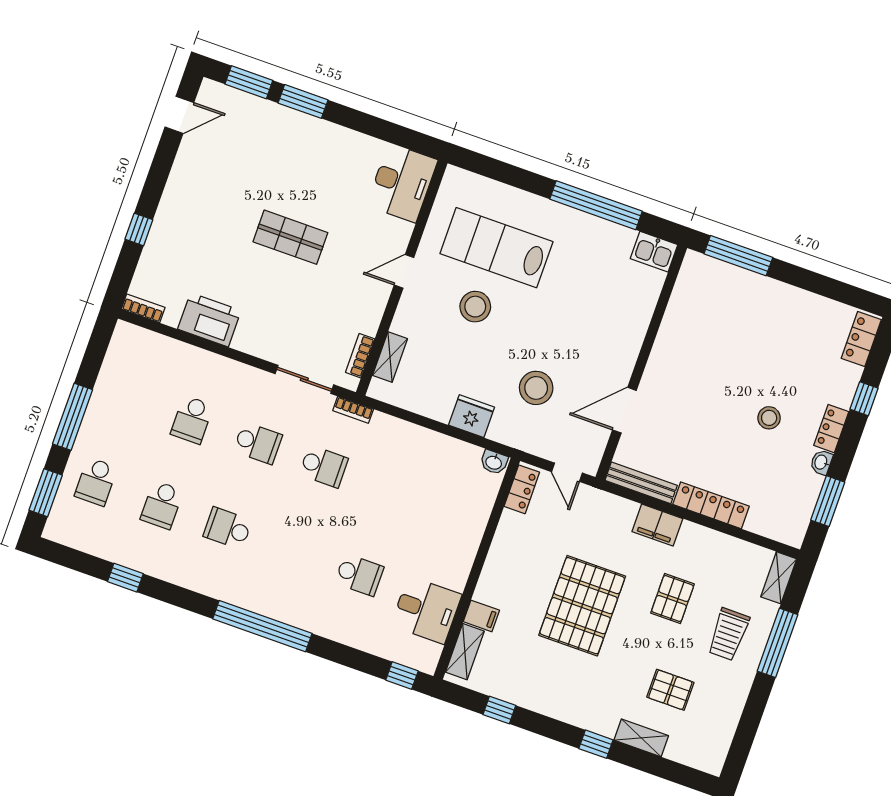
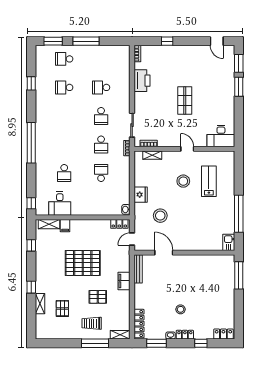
lab bench: (496, 248) -> (209, 181), width x0.73, depth x0.72
locker: (711, 505) -> (139, 324), moved
school desk: (228, 528) -> (101, 173), moved

